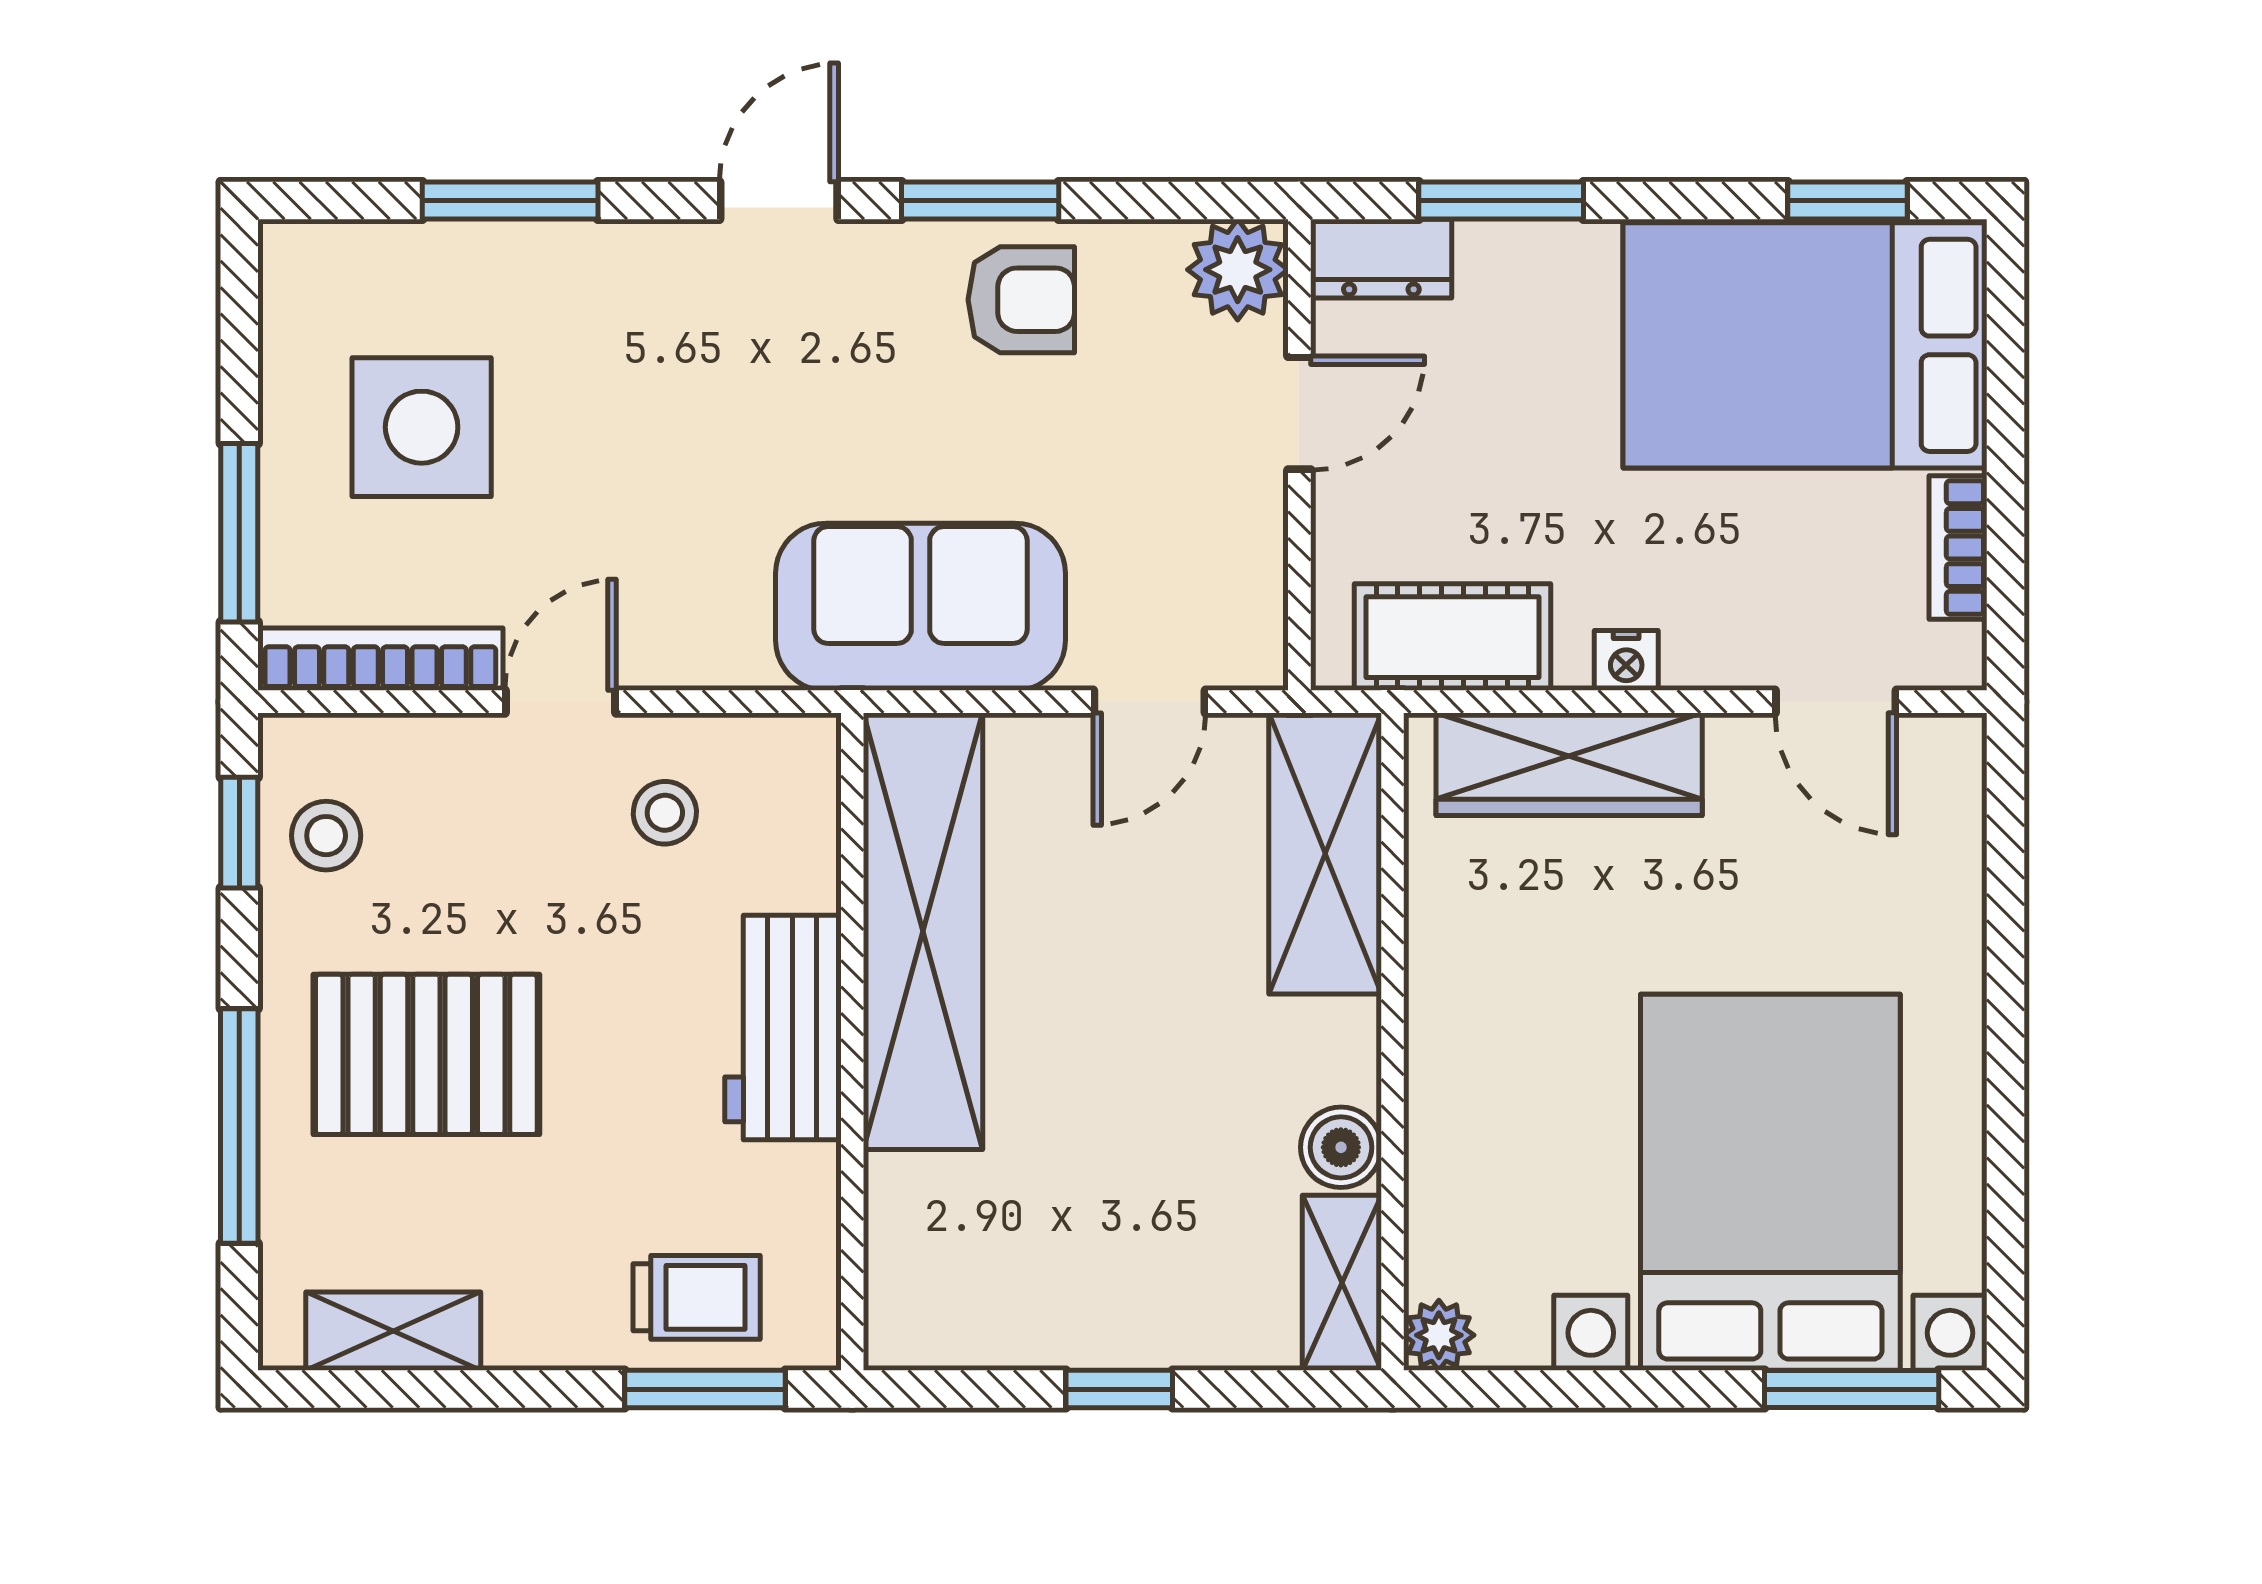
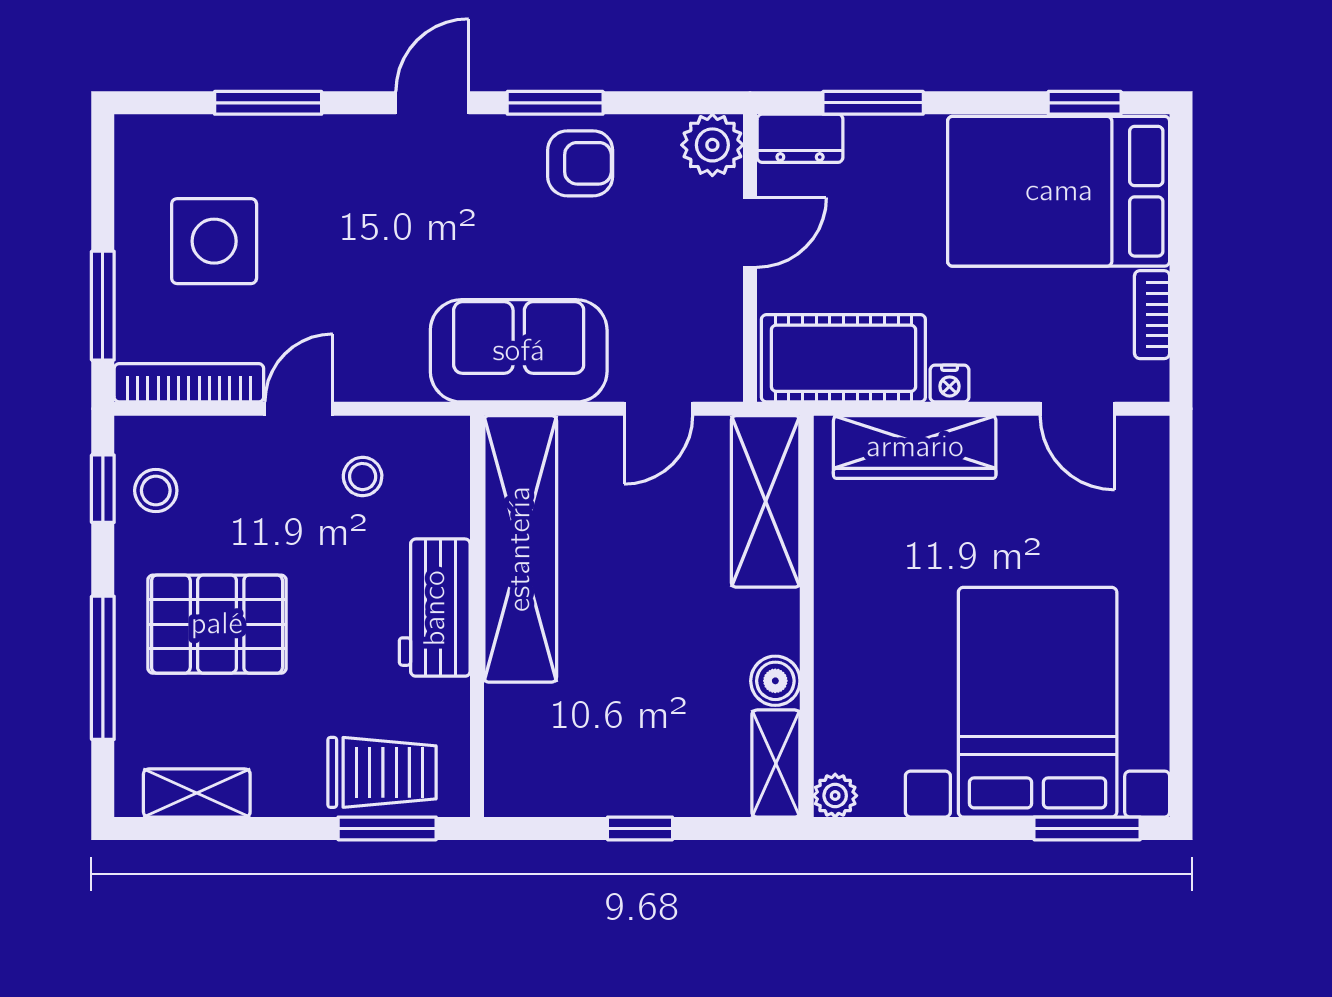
cot: (1452, 637) -> (843, 358), width x1.37, depth x1.34
trolley: (697, 1297) -> (382, 772), width x1.36, depth x1.39

